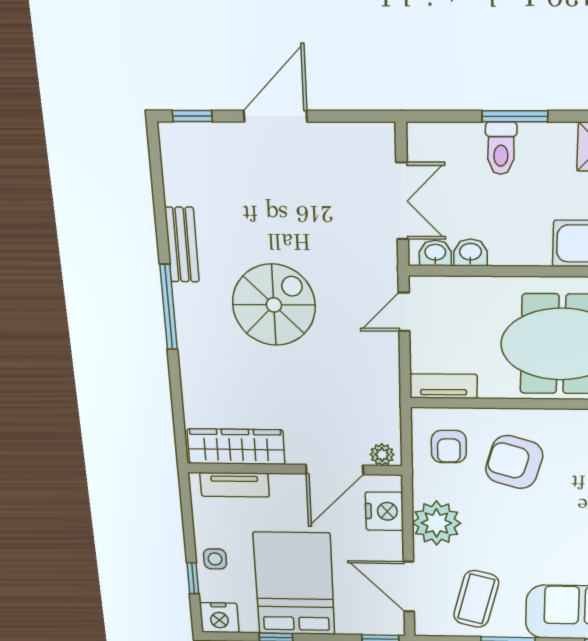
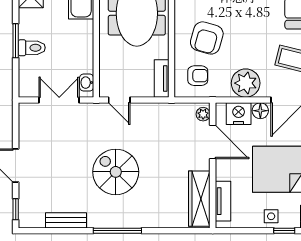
bench: (182, 245) -> (66, 220), moved
washbasin: (470, 252) -> (86, 64), removed
floor lamp: (390, 545) -> (260, 111), added

